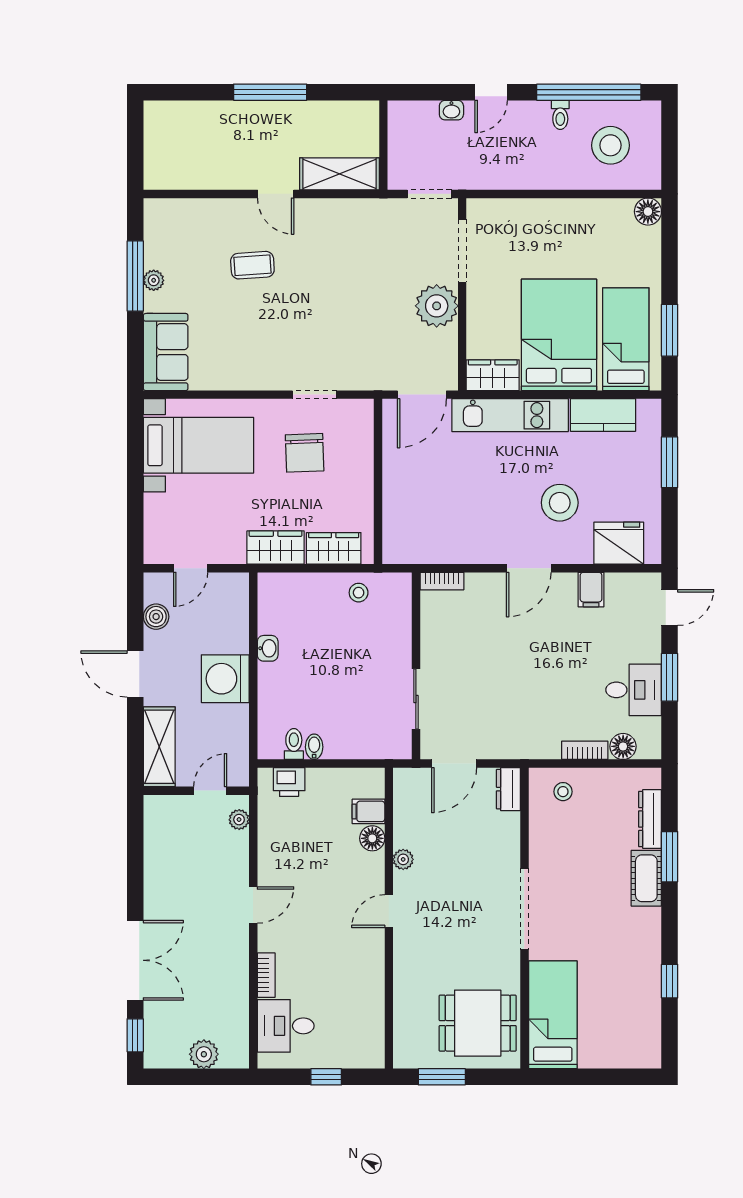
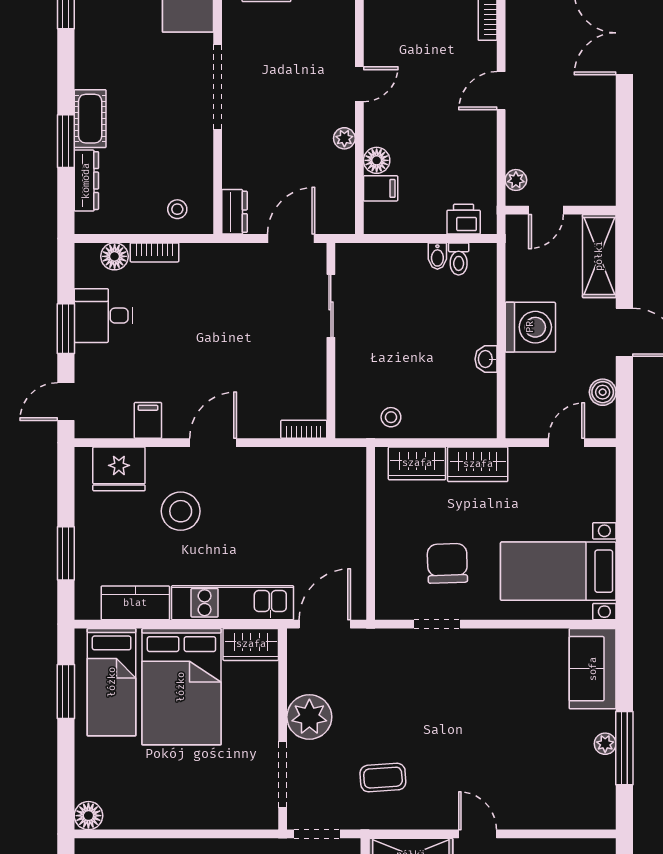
coffee table: (252, 265) -> (383, 778), moved

